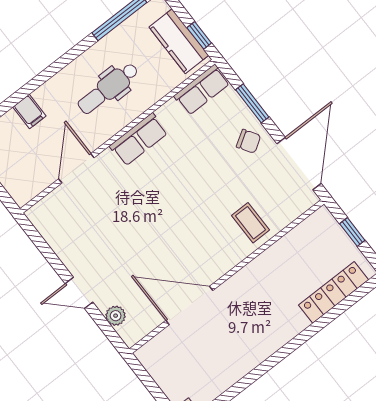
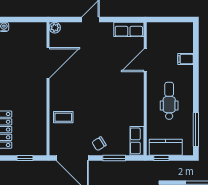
row of seats: (139, 139) -> (129, 29), moved, turned -90
door: (76, 168) -> (145, 60), swing flipped
plant: (116, 316) -> (55, 28), moved

